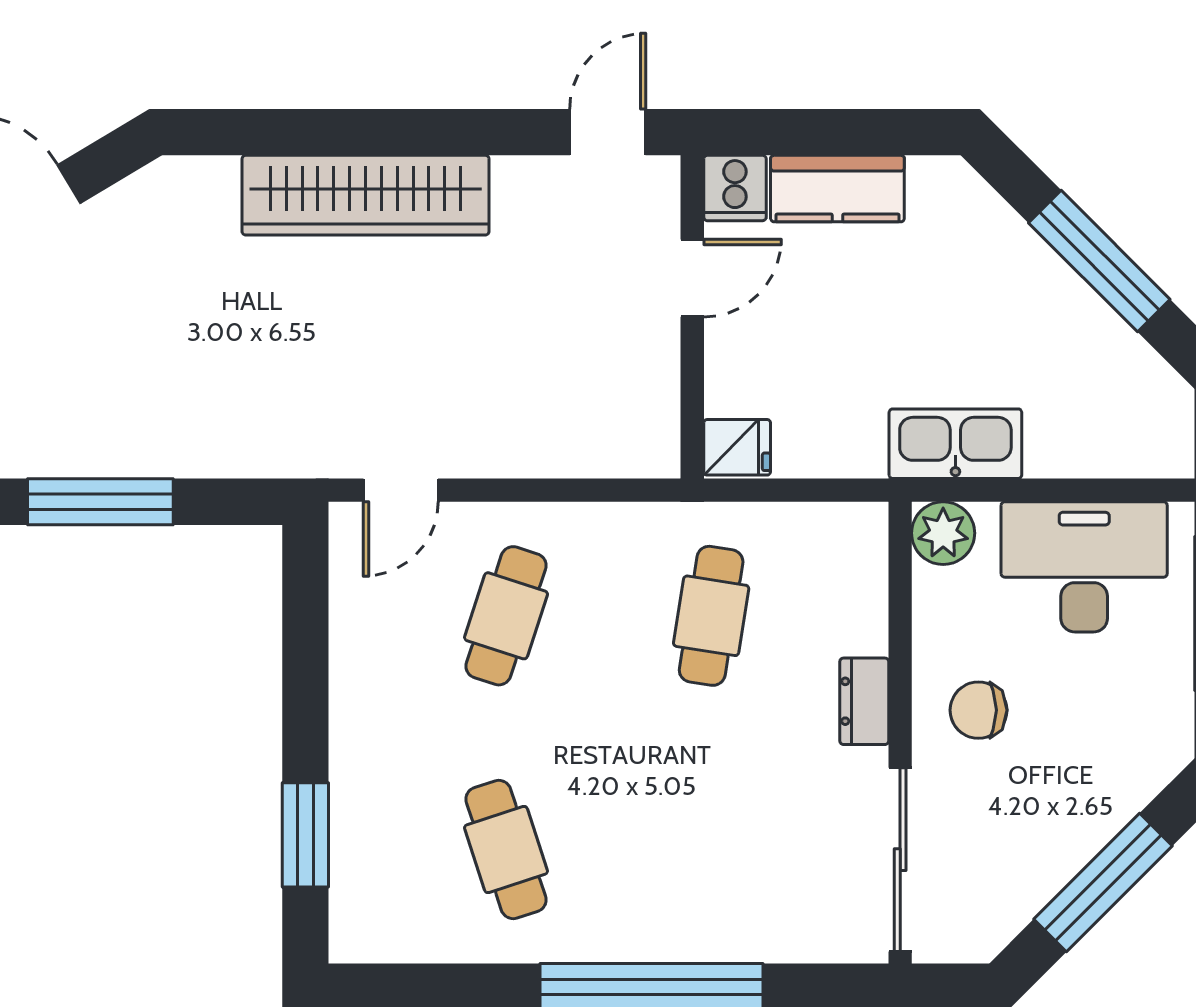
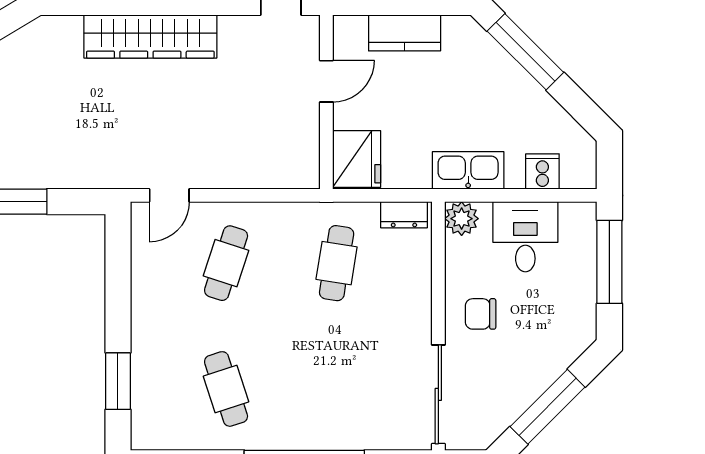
cooker: (735, 188) -> (542, 172), moved, turned 180
window: (1099, 261) -> (525, 52), moved
fridge: (737, 447) -> (357, 159), width x1.88, depth x1.34
desk: (1084, 567) -> (525, 237), width x0.73
dresser: (864, 701) -> (404, 215), moved, turned -90

